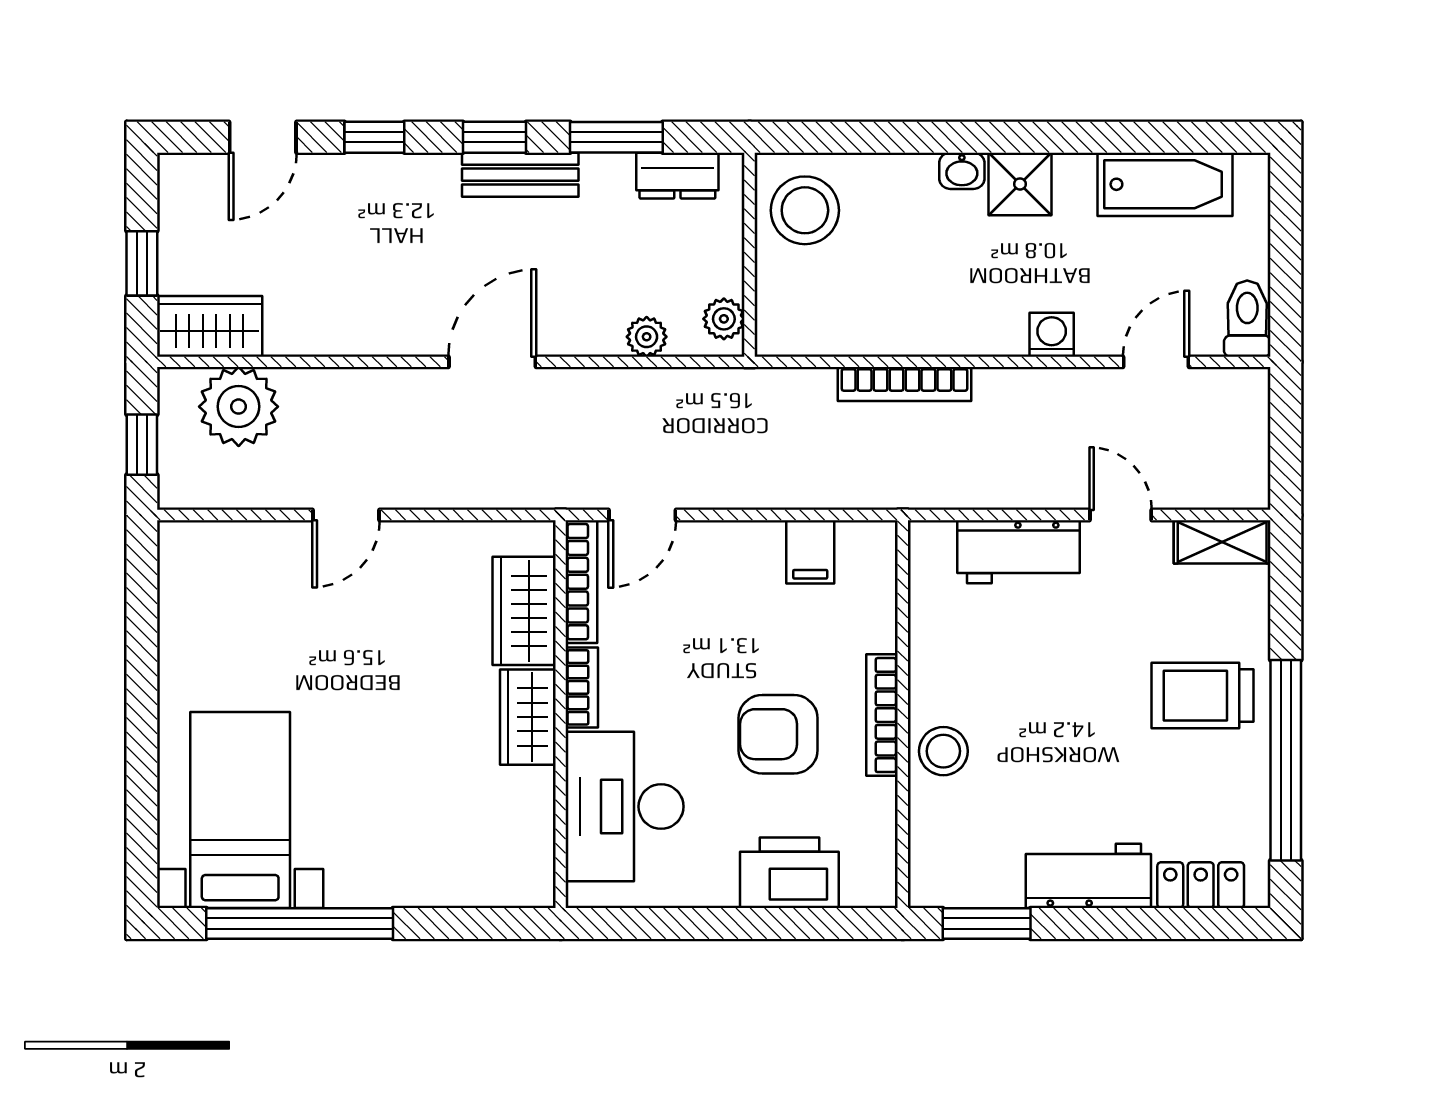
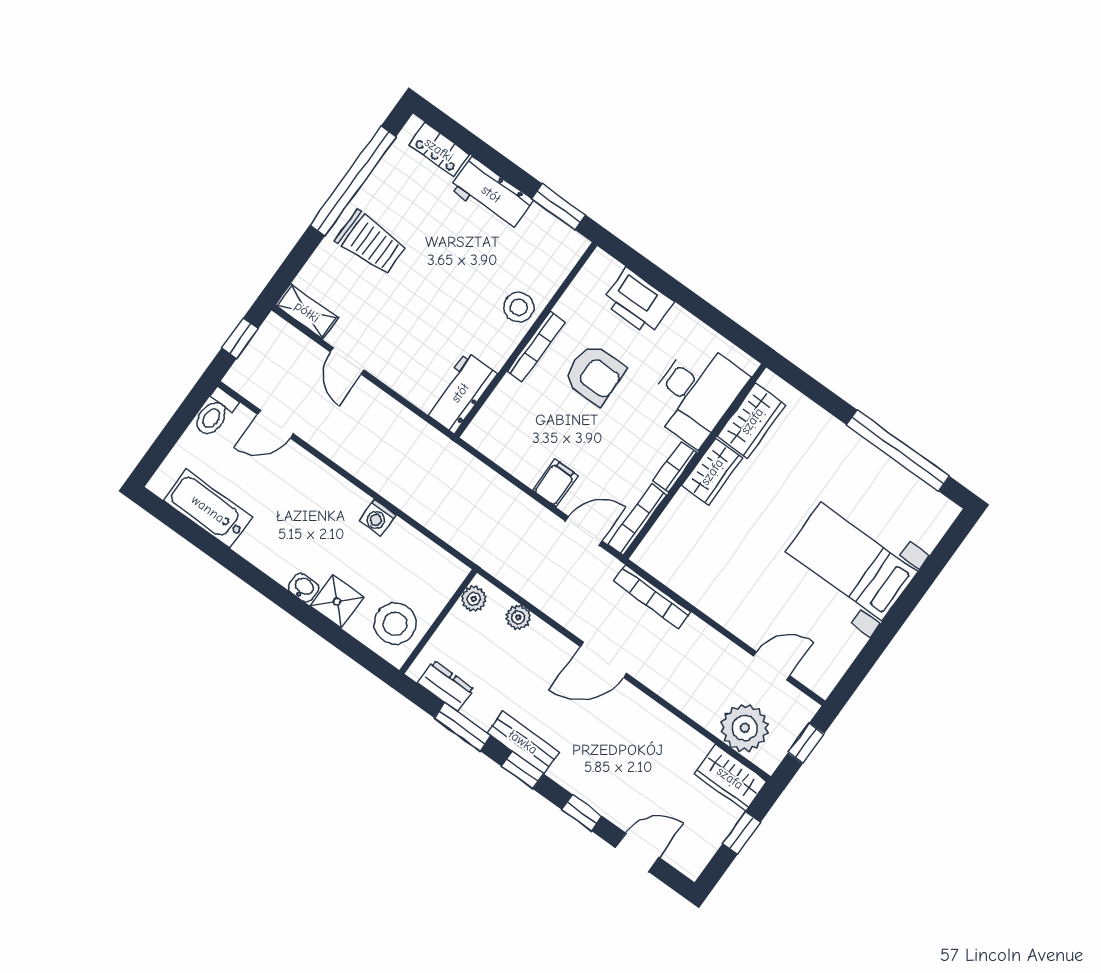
shower: (1020, 184) -> (337, 602), moved
washing machine: (1052, 335) -> (377, 518), moved
bookcase: (904, 384) -> (652, 597), moved, turned 180
window: (1286, 442) -> (240, 338), added
door: (346, 515) -> (772, 666), moved
filing cabinet: (810, 552) -> (555, 483), moved
workbench: (1019, 552) -> (460, 393), moved, turned -90
wardrobe: (524, 611) -> (752, 421), moved
bed with nightstands: (240, 810) -> (851, 562), moved, turned 90

